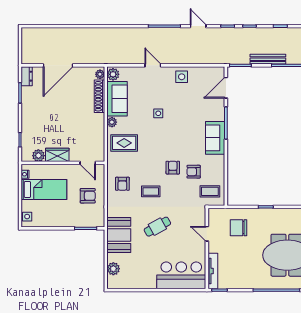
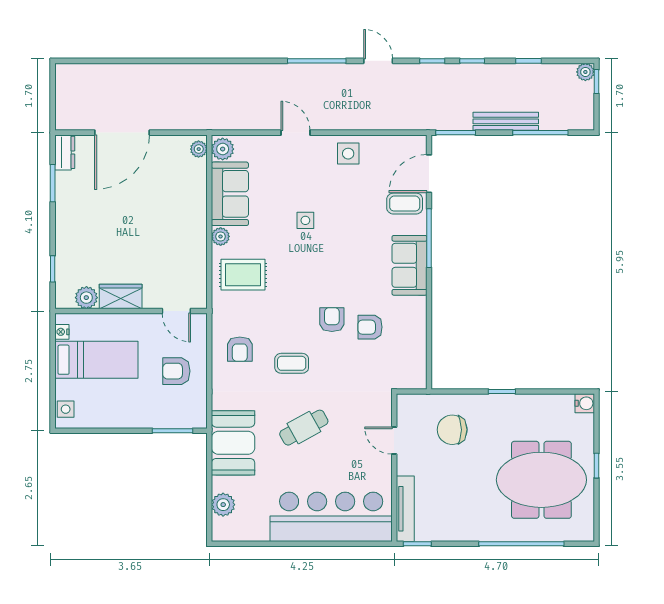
shoe rack: (99, 96) -> (198, 189), removed
coffee table: (210, 191) -> (405, 204), moved
armchair: (88, 196) -> (176, 371), turned 180
bar counter: (181, 275) -> (331, 517), width x1.36

